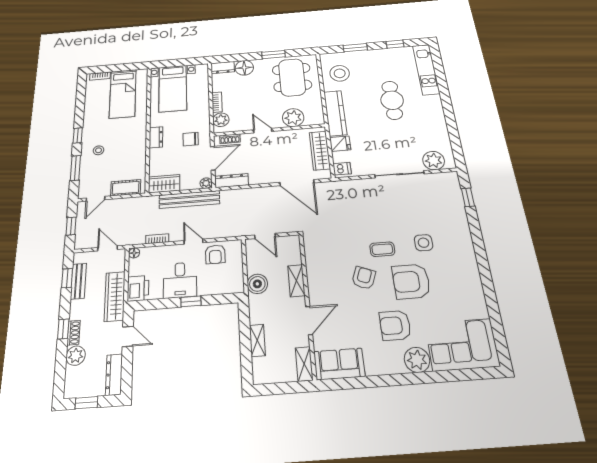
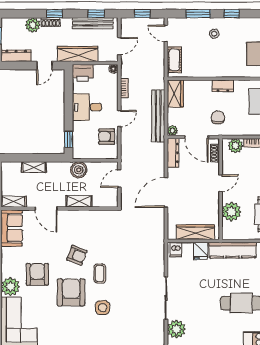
door: (297, 183) -> (166, 192), moved
bench: (78, 281) -> (93, 23), width x1.36
window: (191, 301) -> (69, 139), moved

